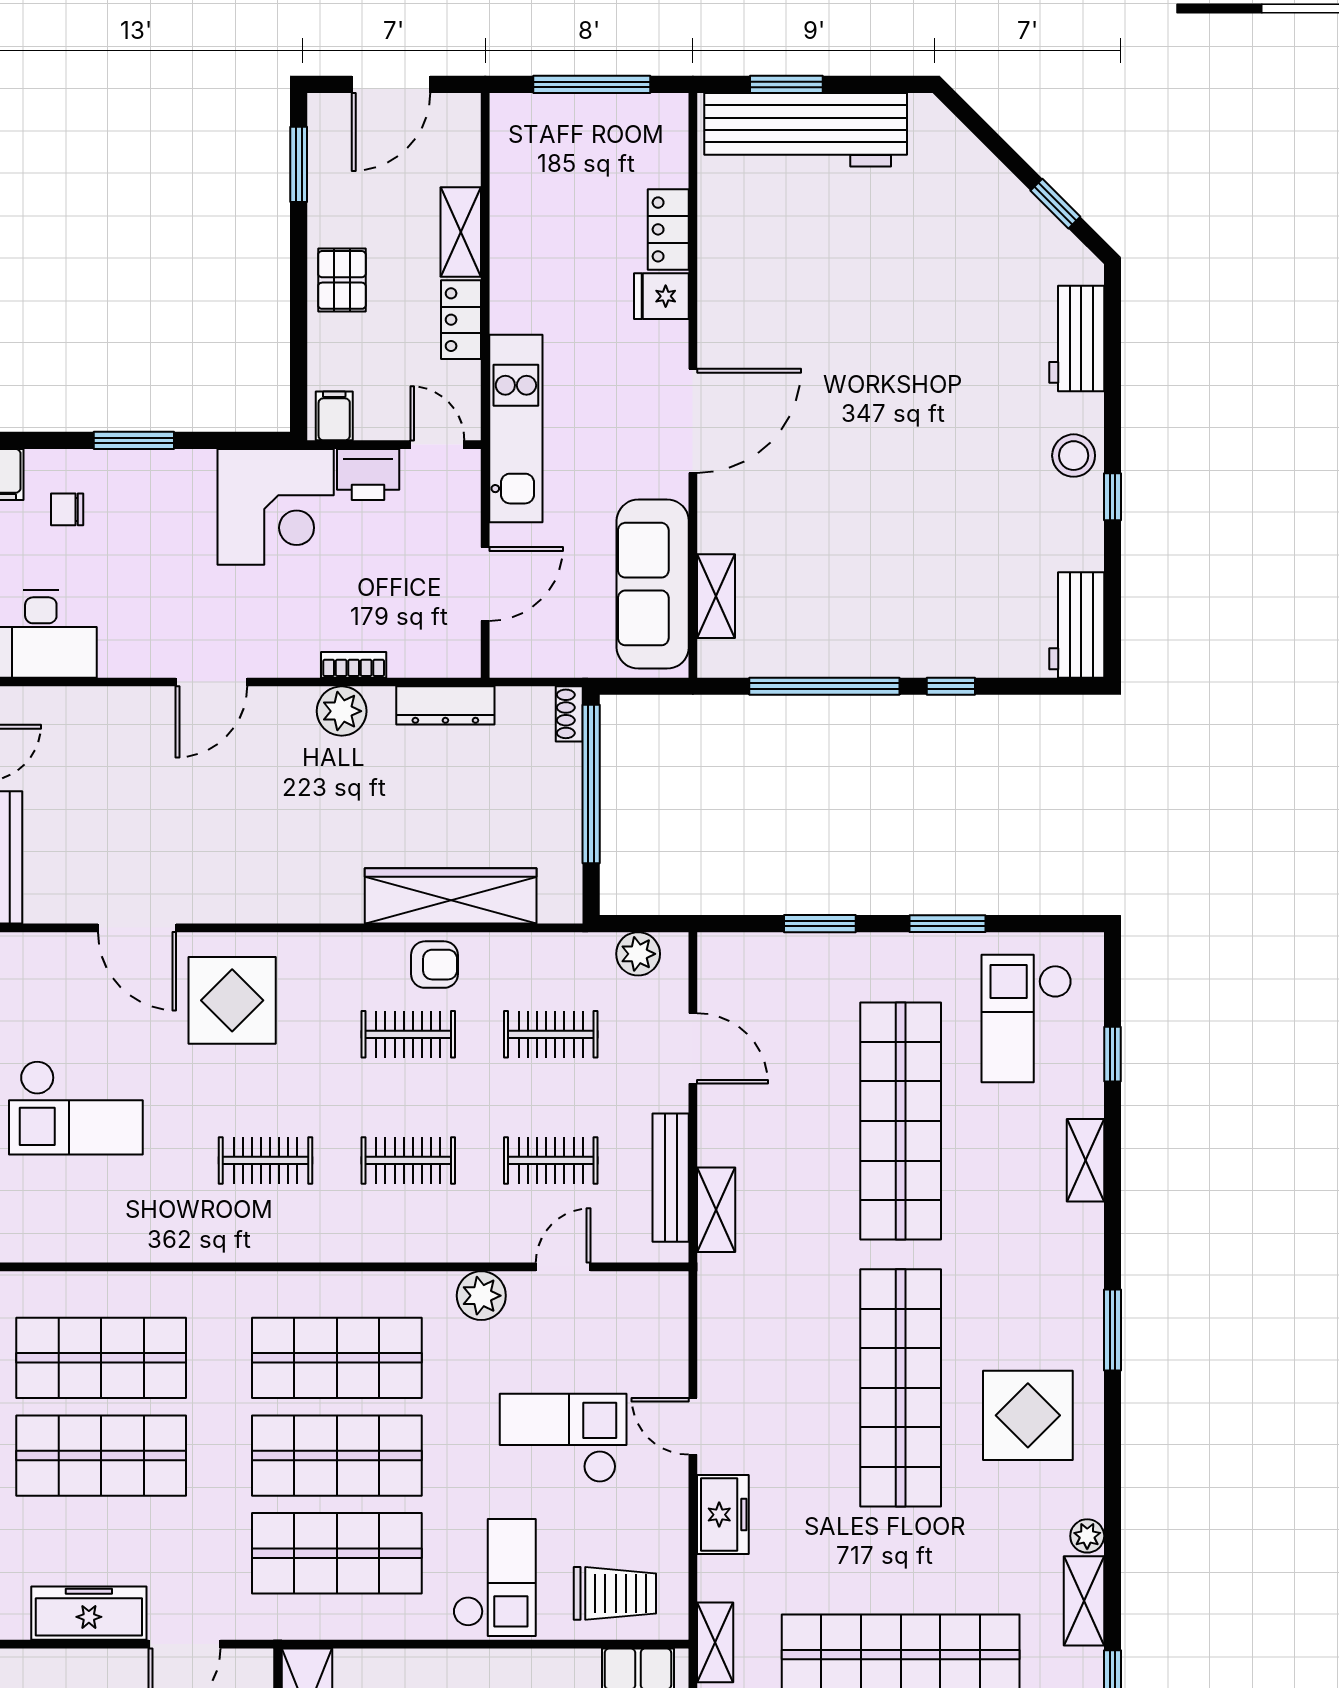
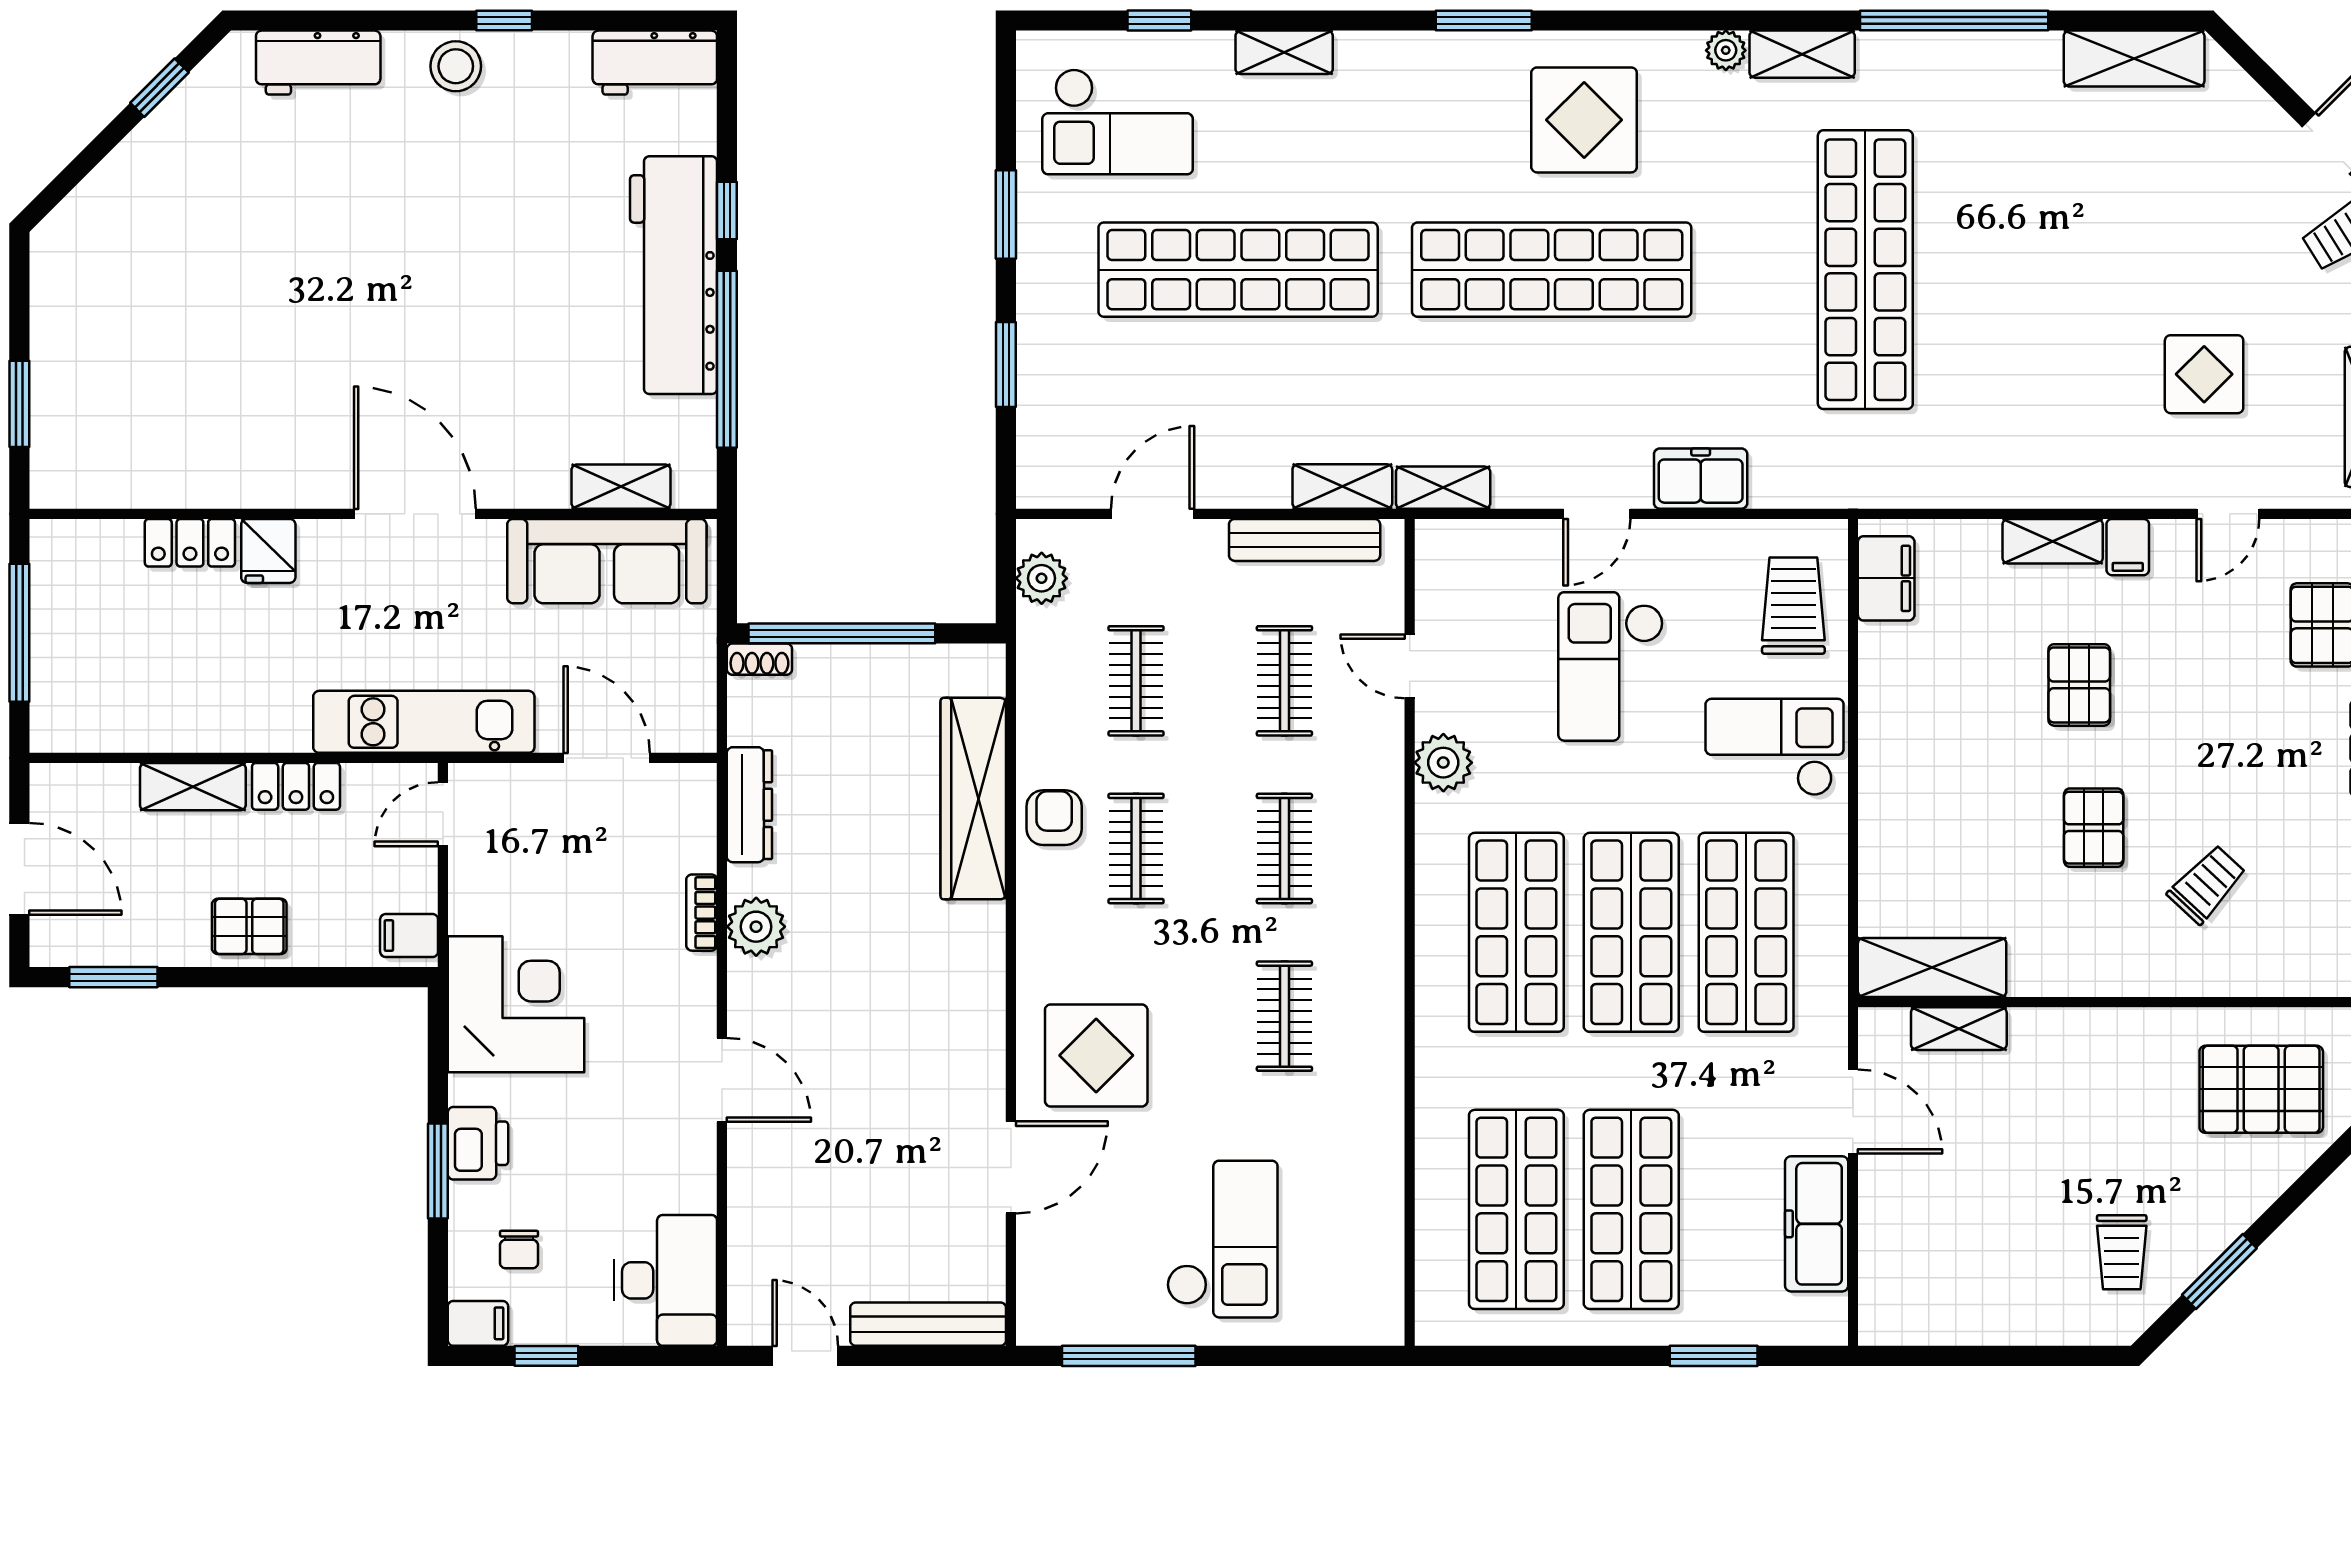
workbench: (806, 130) -> (674, 275), moved, turned 180
printer: (368, 475) -> (478, 1143), moved
shelving: (715, 1642) -> (1443, 488), moved

